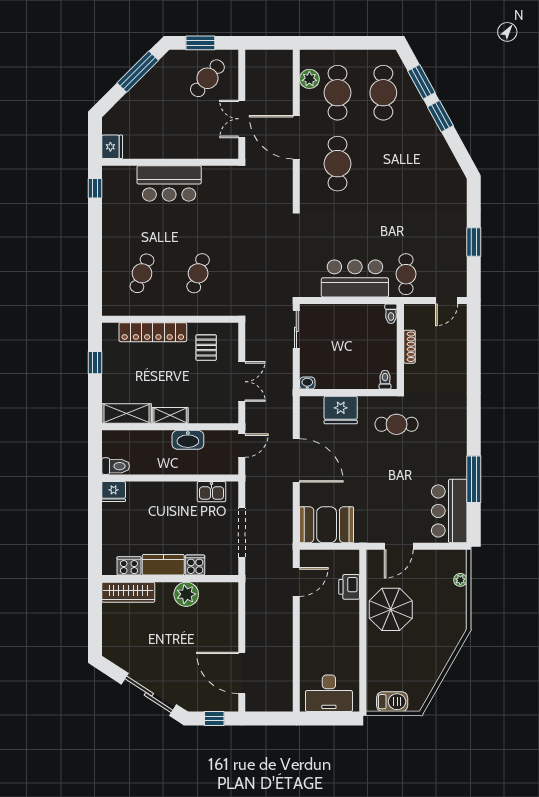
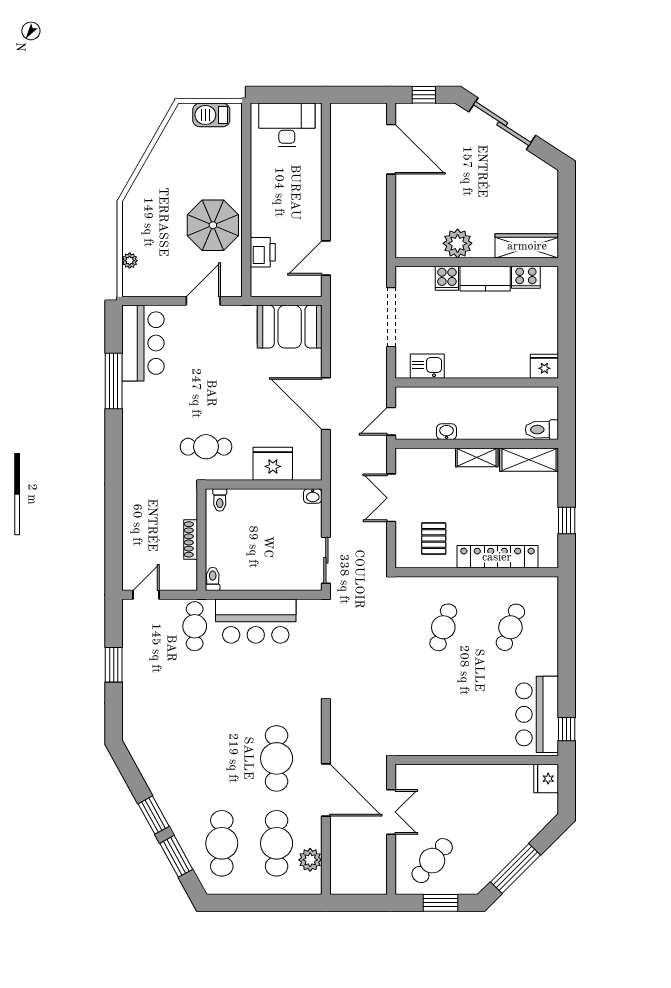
bar counter: (169, 183) -> (537, 714), moved, turned -90
washbasin: (188, 440) -> (447, 432), width x0.52, depth x0.69
toilet: (116, 466) -> (542, 430), moved

